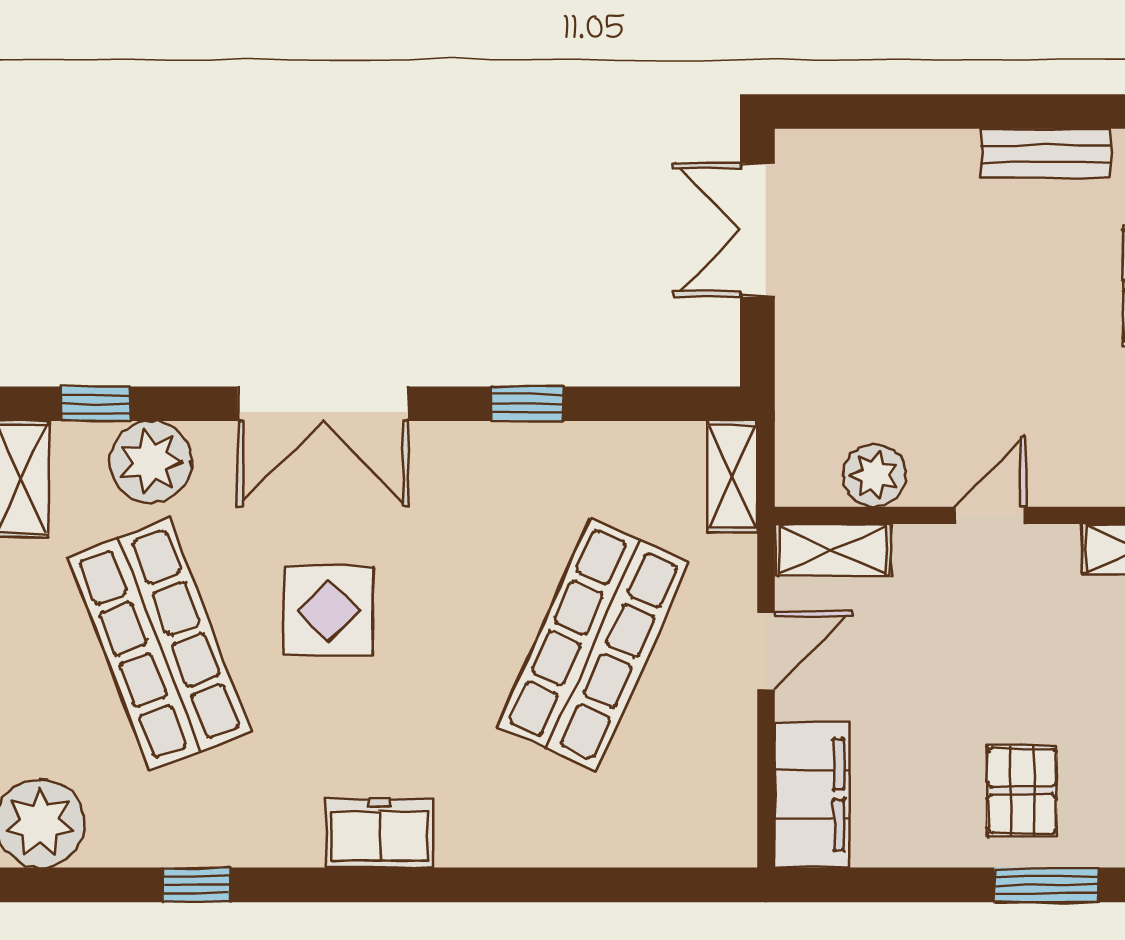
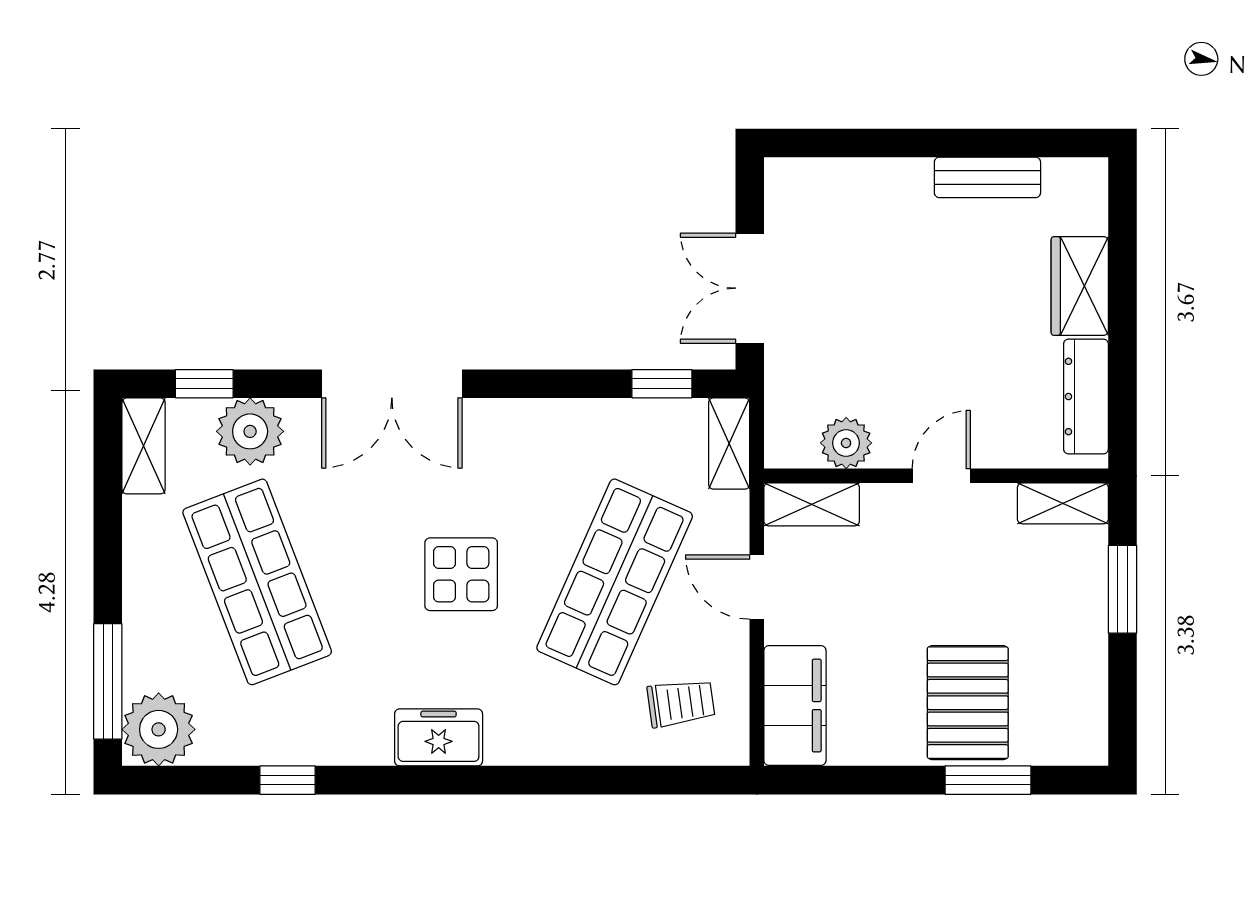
double door: (757, 230) -> (750, 288), moved
window: (527, 404) -> (662, 384), moved
display table: (328, 611) -> (461, 574), moved
door: (766, 651) -> (757, 587), swing flipped
trolley: (674, 791) -> (681, 703), added
pallet: (1022, 791) -> (968, 703), width x1.50, depth x1.42

